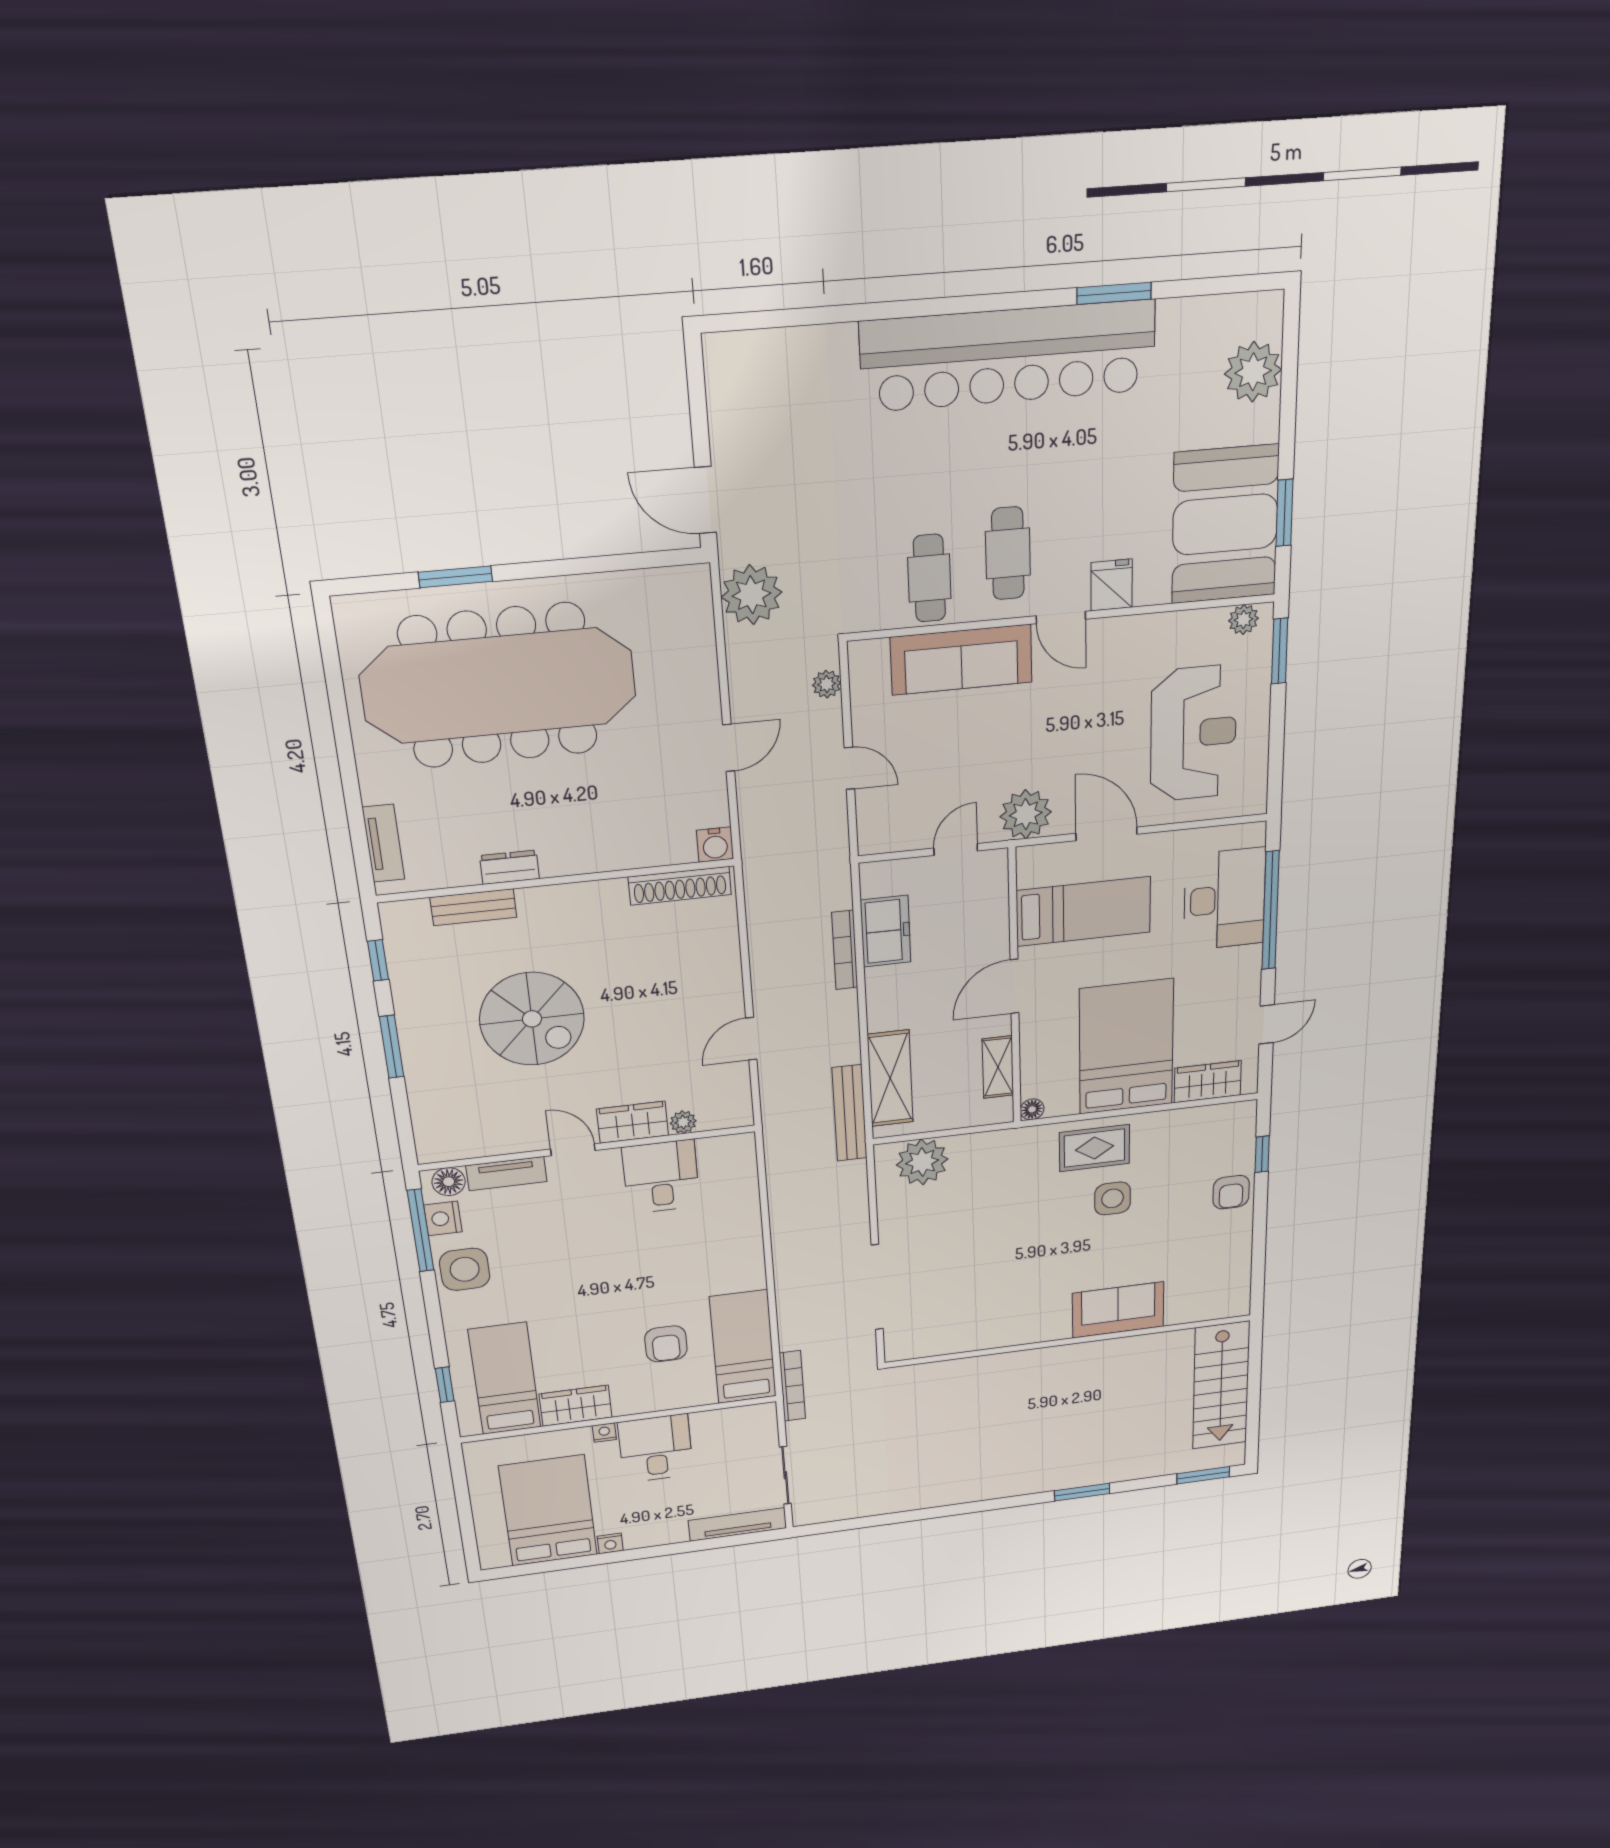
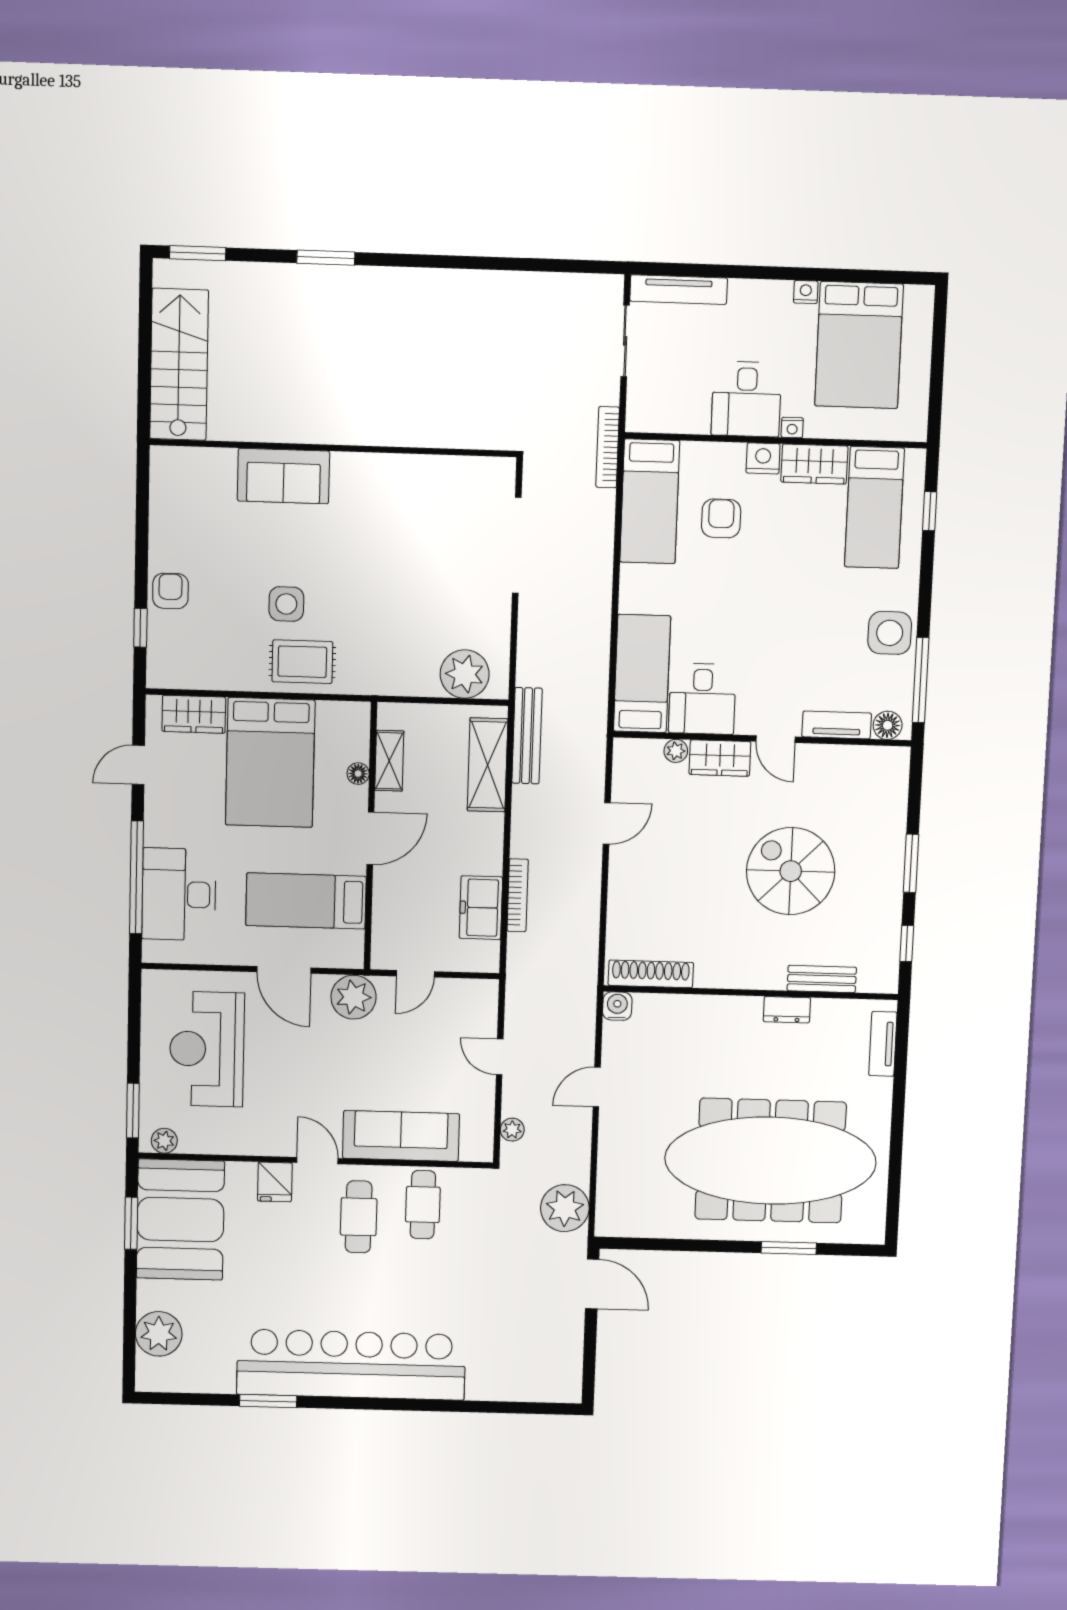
floor lamp: (1032, 1109) -> (358, 774), moved
bed: (731, 1191) -> (642, 674), added
nightstand: (443, 1218) -> (763, 458), moved, turned -90

